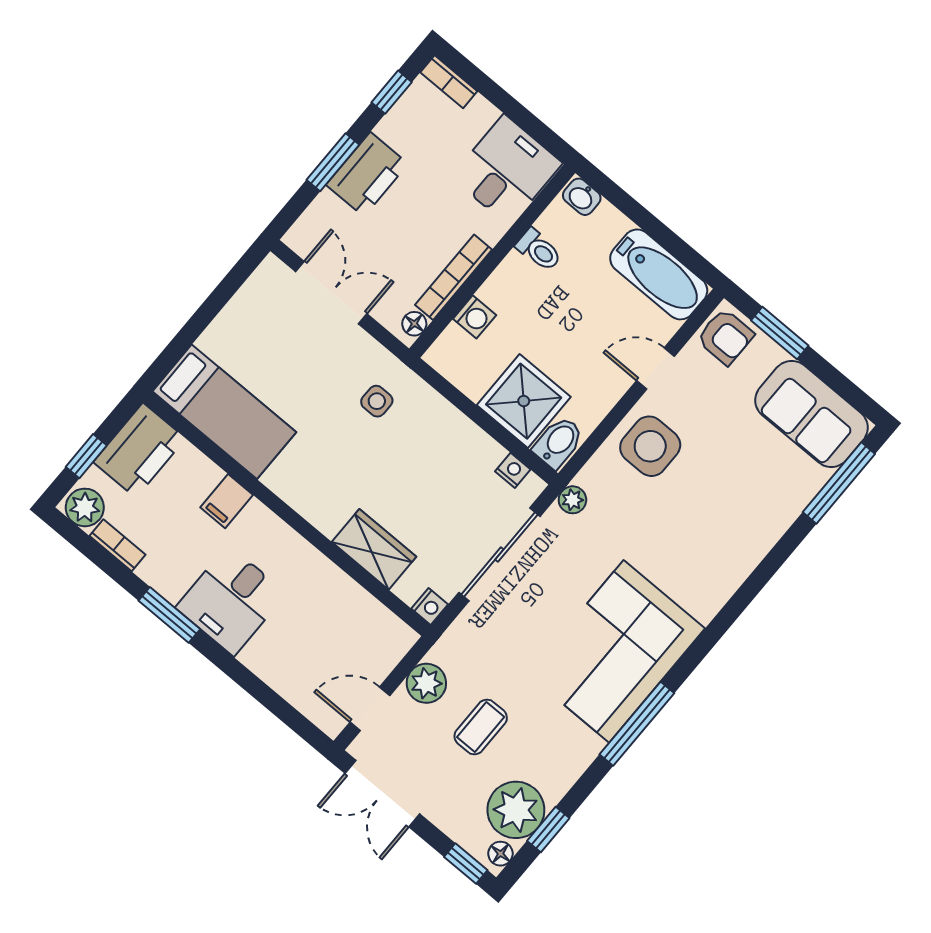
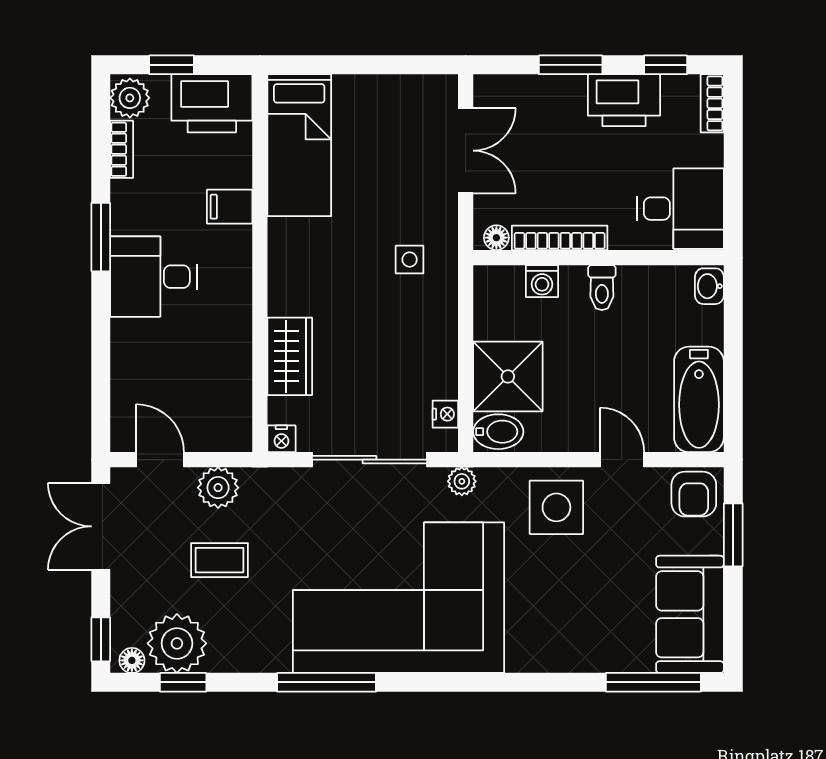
printer: (367, 174) -> (624, 100), moved
toilet: (539, 250) -> (602, 288), moved
corner sofa: (616, 651) -> (399, 598), width x1.36, depth x1.36

